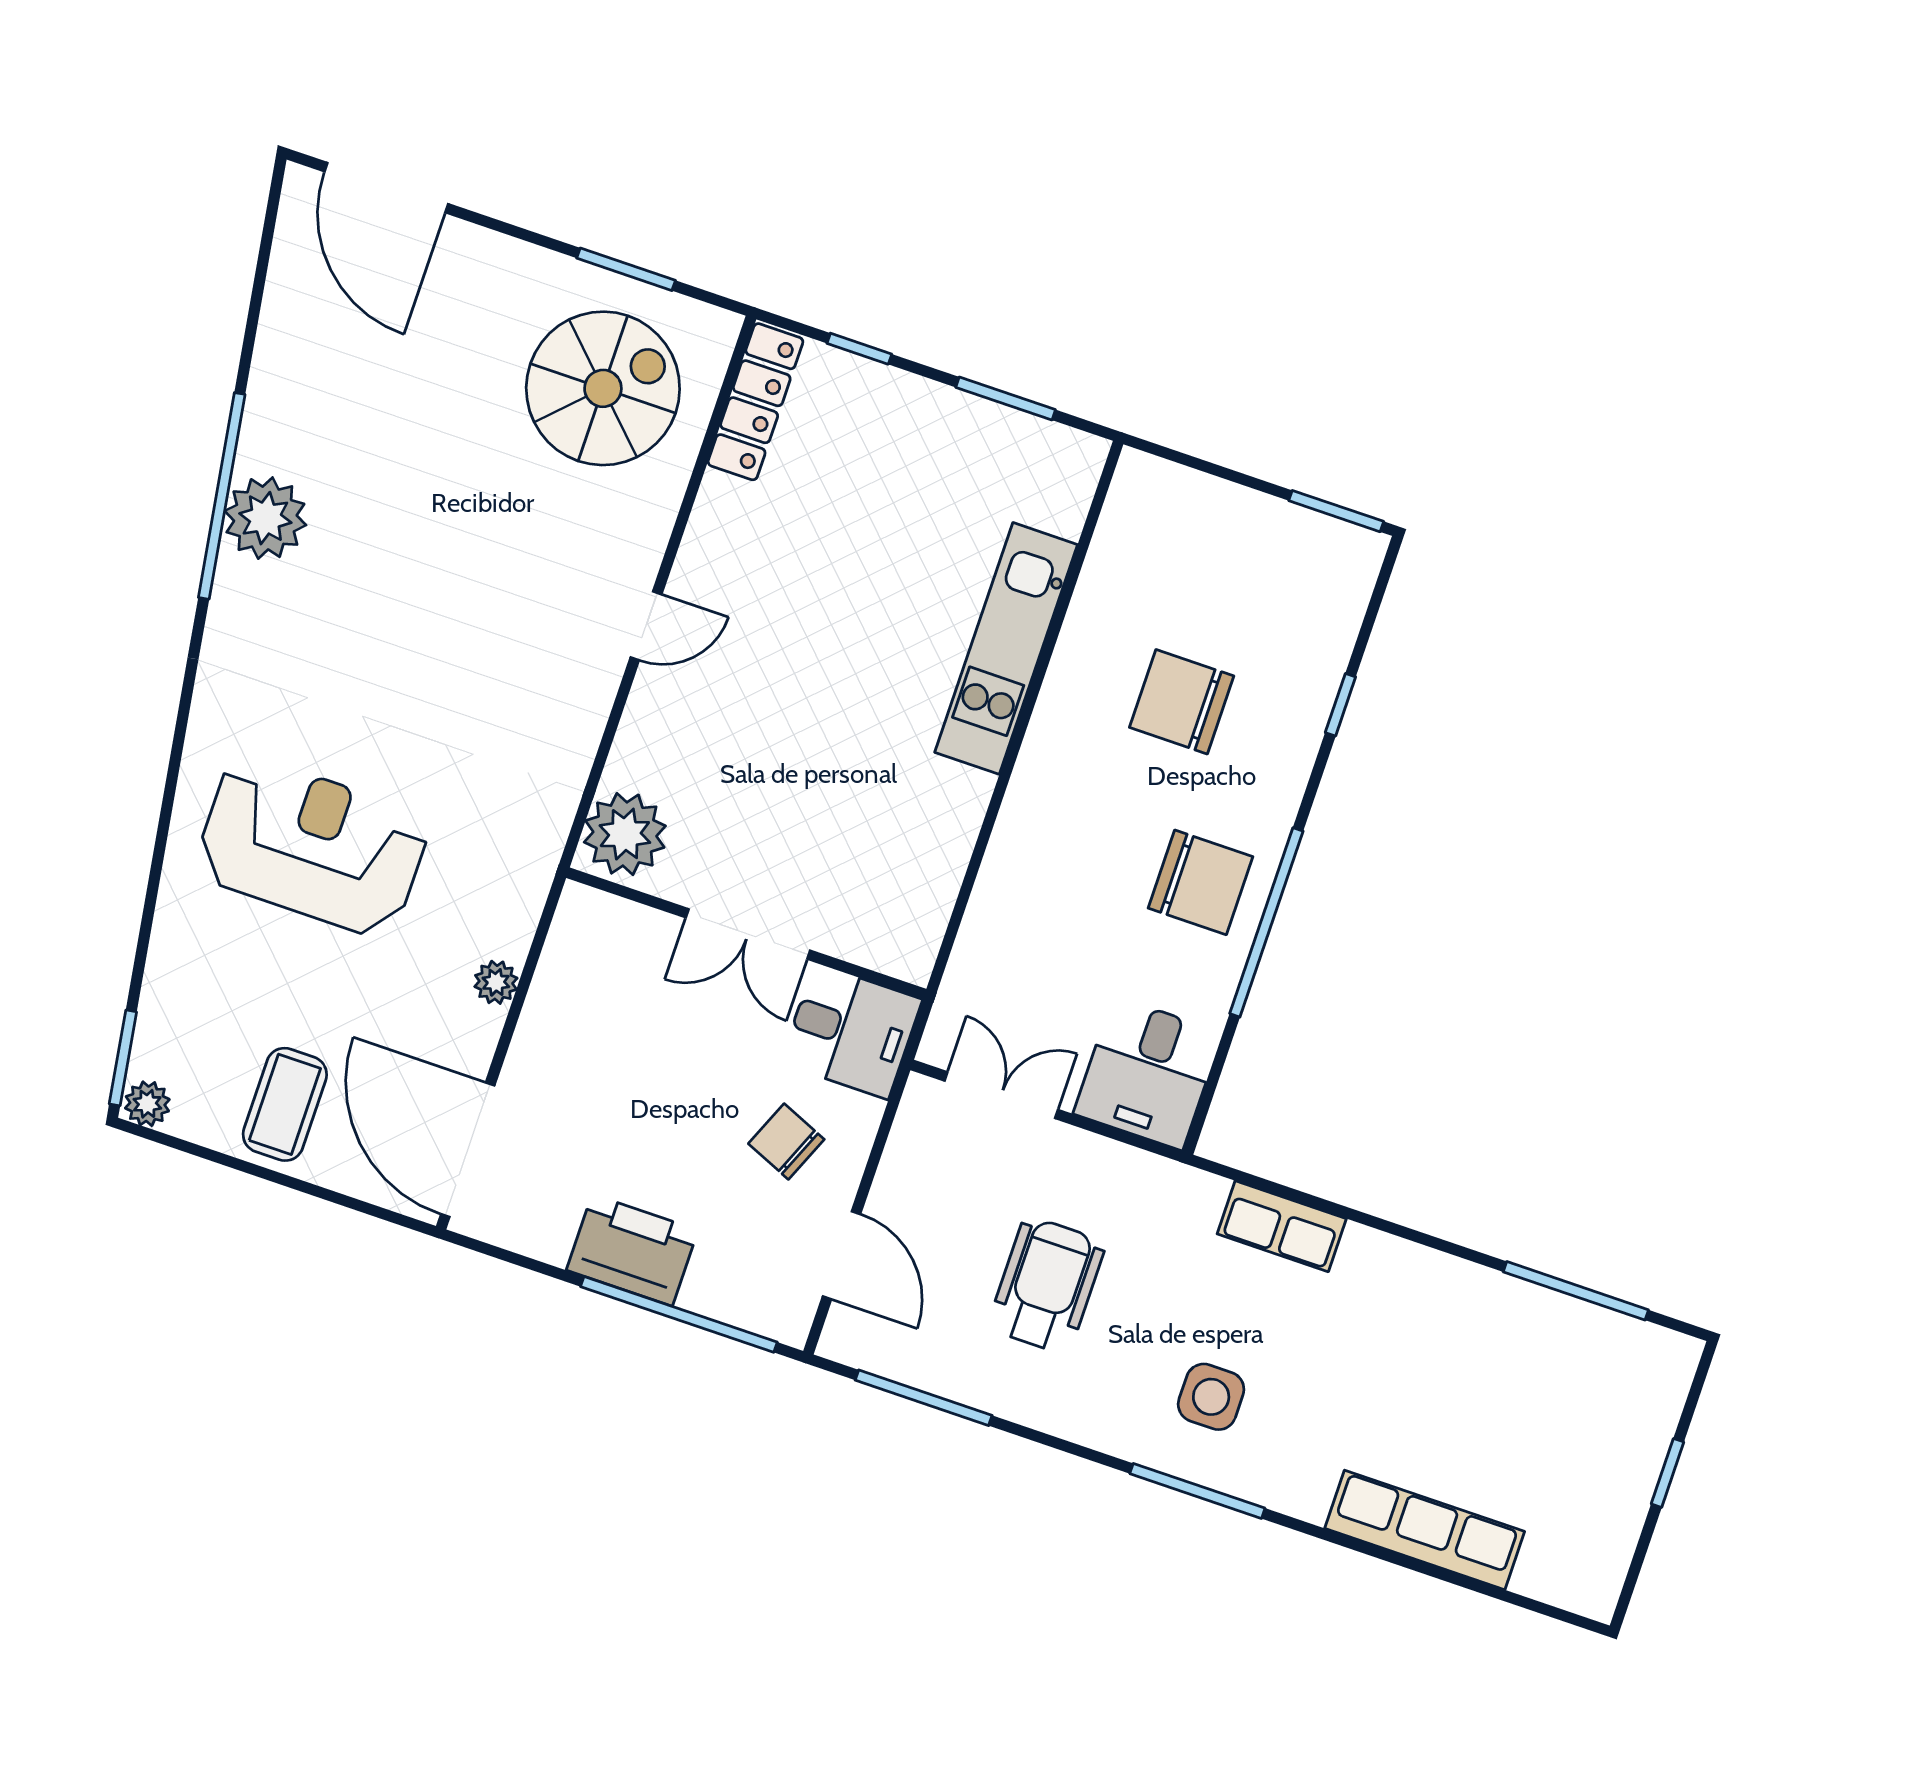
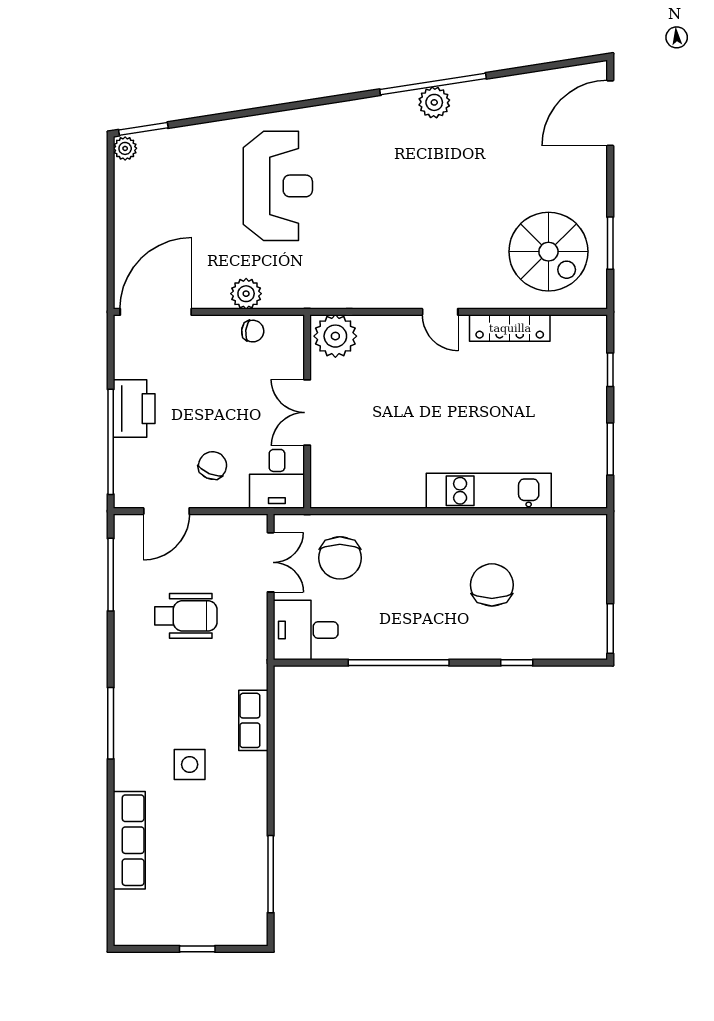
locker: (755, 402) -> (510, 328), moved
plant: (265, 518) -> (434, 102), width x0.73, depth x0.73
chair: (1201, 882) -> (340, 558), moved
plant: (496, 982) -> (246, 294), width x1.38, depth x1.38
chair: (564, 983) -> (253, 331), added
coffee table: (285, 1104) -> (148, 215), removed
side table: (1211, 1397) -> (190, 764), moved

